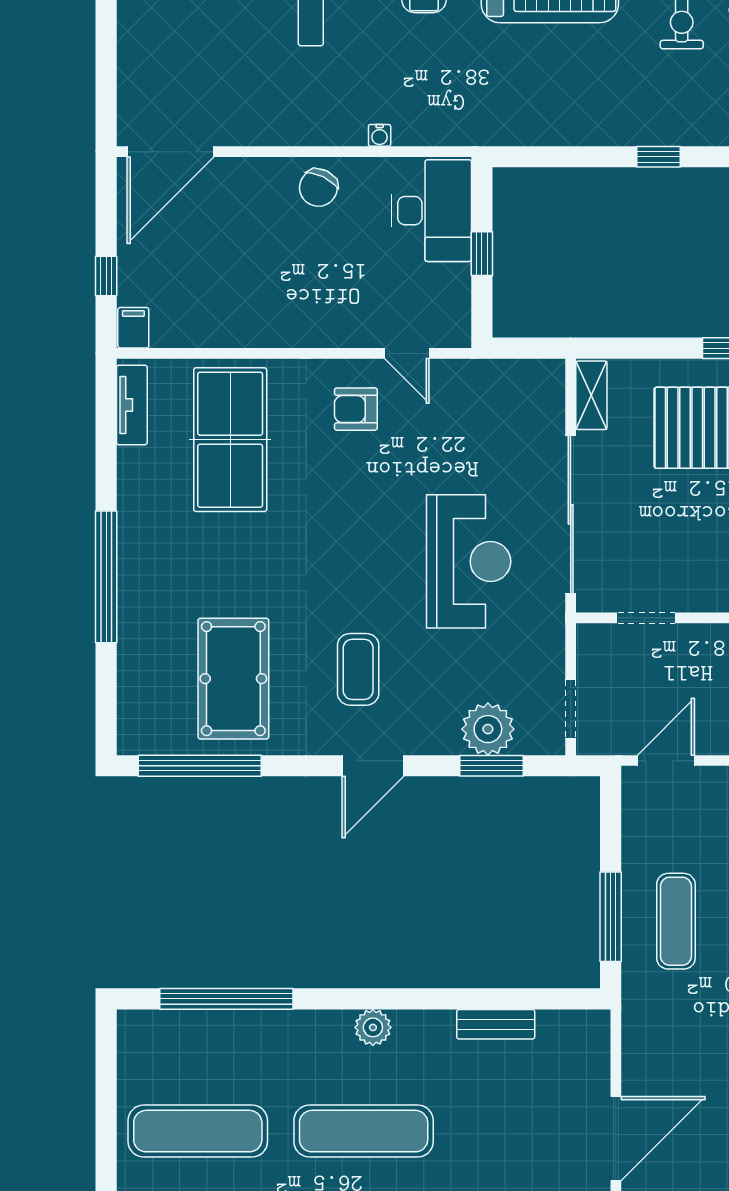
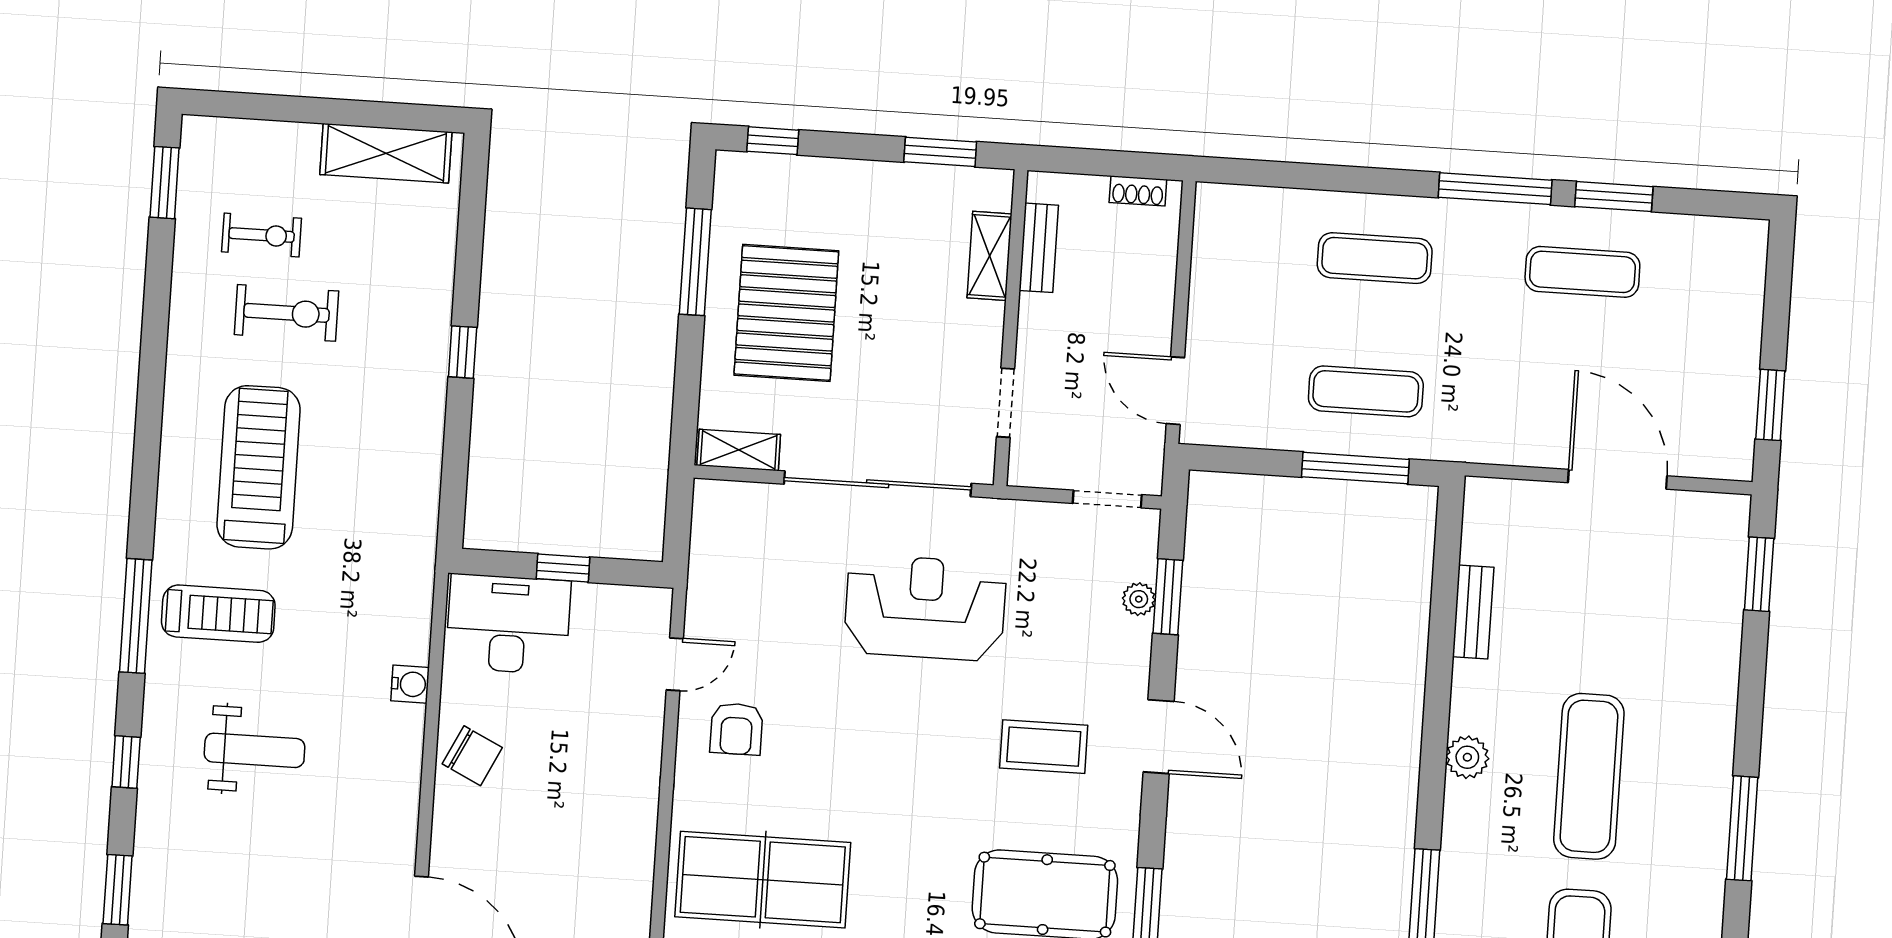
water cooler: (380, 135) -> (410, 684), width x1.38, depth x1.38
plant: (488, 729) -> (1139, 599), width x0.53, depth x0.53

